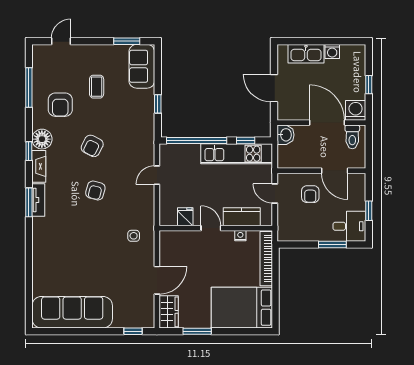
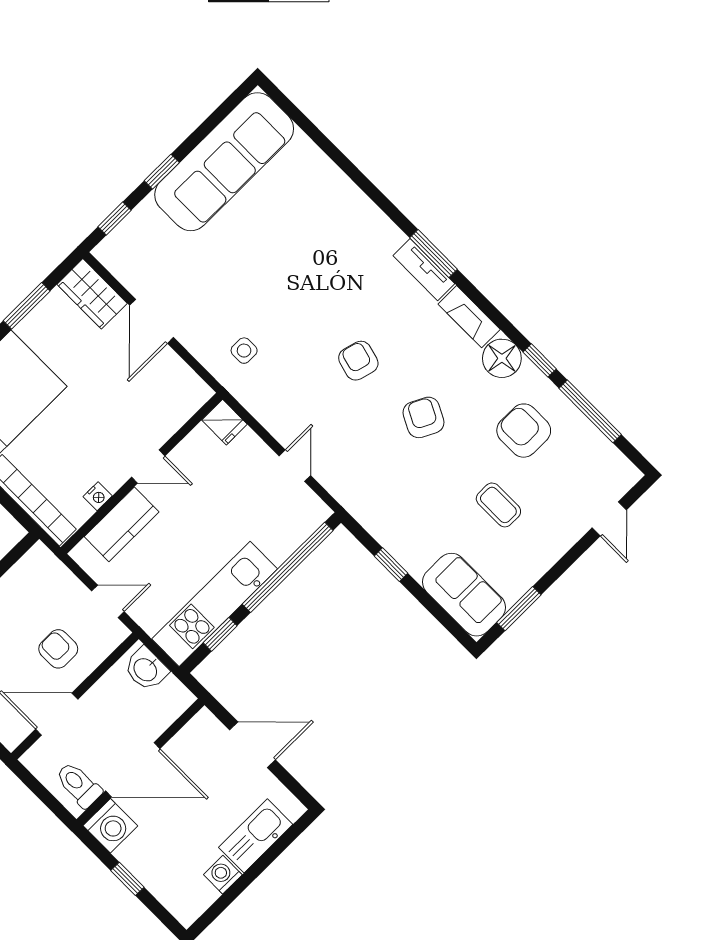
washbasin: (286, 135) -> (146, 669), moved
window: (29, 151) -> (540, 360), moved
fridge: (185, 217) -> (224, 422), moved
window: (99, 331) -> (162, 172), added

